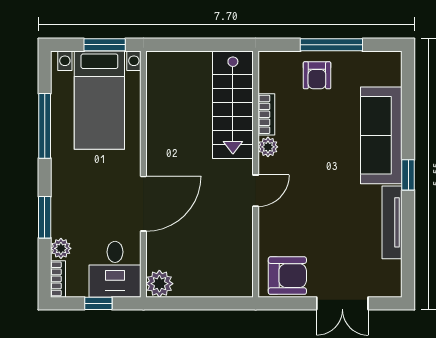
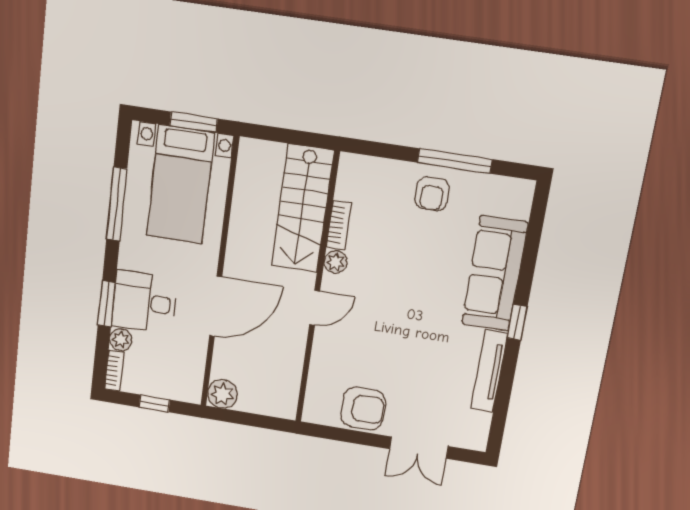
stairs: (233, 105) -> (303, 209), moved
bookcase: (266, 114) -> (339, 225), moved
plant: (268, 147) -> (335, 262), moved
wall: (256, 174) -> (317, 290), moved
door: (256, 191) -> (315, 308), moved
desk: (115, 269) -> (144, 302), moved, turned 90

